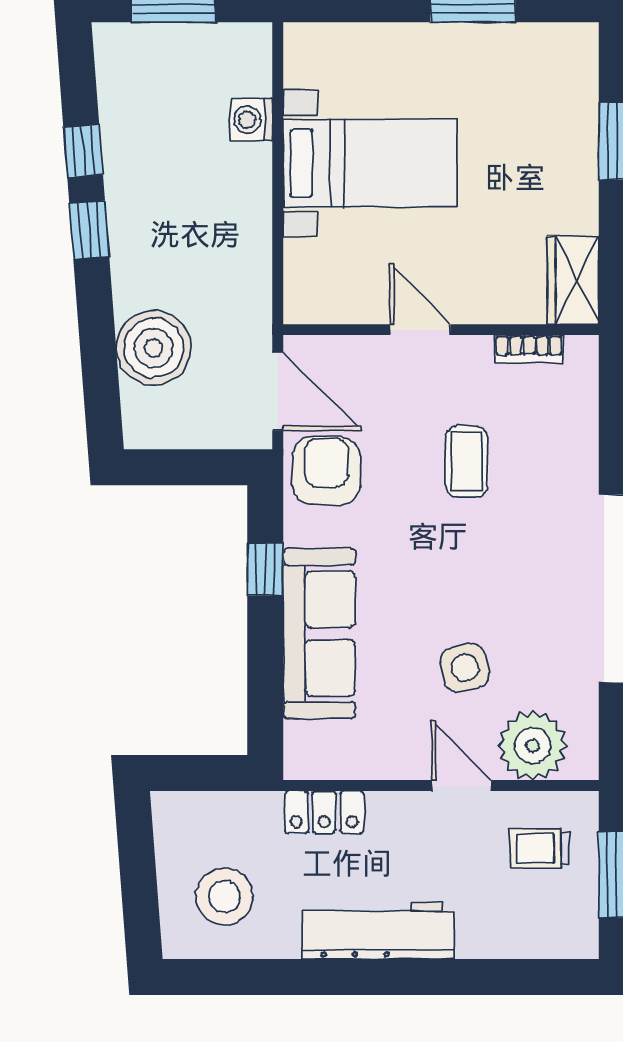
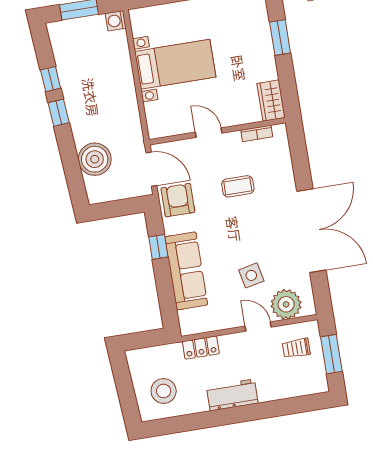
washing machine: (251, 120) -> (116, 21), moved
coffee table: (467, 462) -> (238, 186), turned 90
workbench: (378, 930) -> (232, 395), width x0.73

